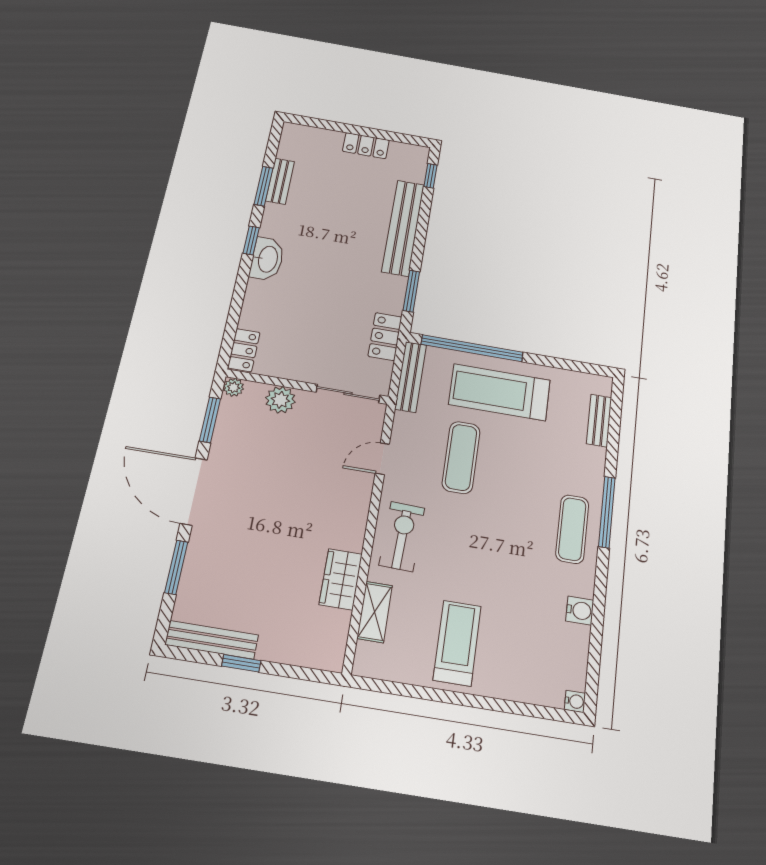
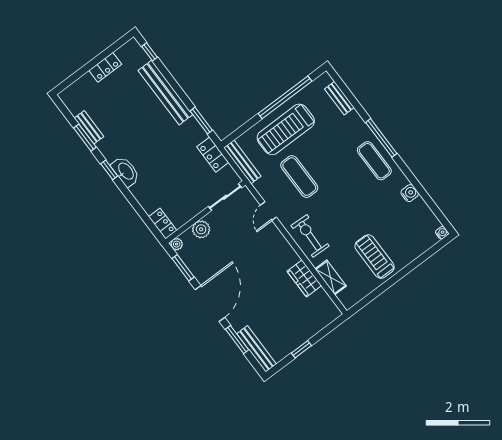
window: (472, 348) -> (285, 97), moved
door: (194, 491) -> (210, 304), swing flipped
bench: (212, 640) -> (257, 349), moved, turned 90

